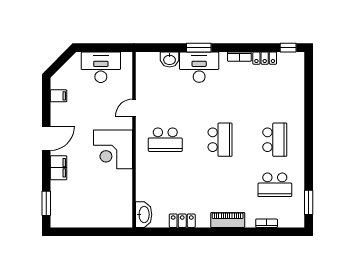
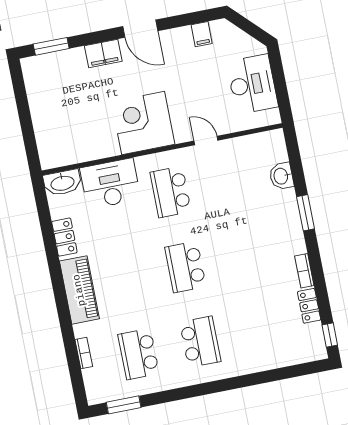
desk: (199, 67) -> (110, 184), moved, turned -90
school desk: (220, 140) -> (185, 267), turned 90
school desk: (275, 140) -> (200, 342), turned -90
piano: (228, 220) -> (79, 290), width x1.37, depth x1.33

